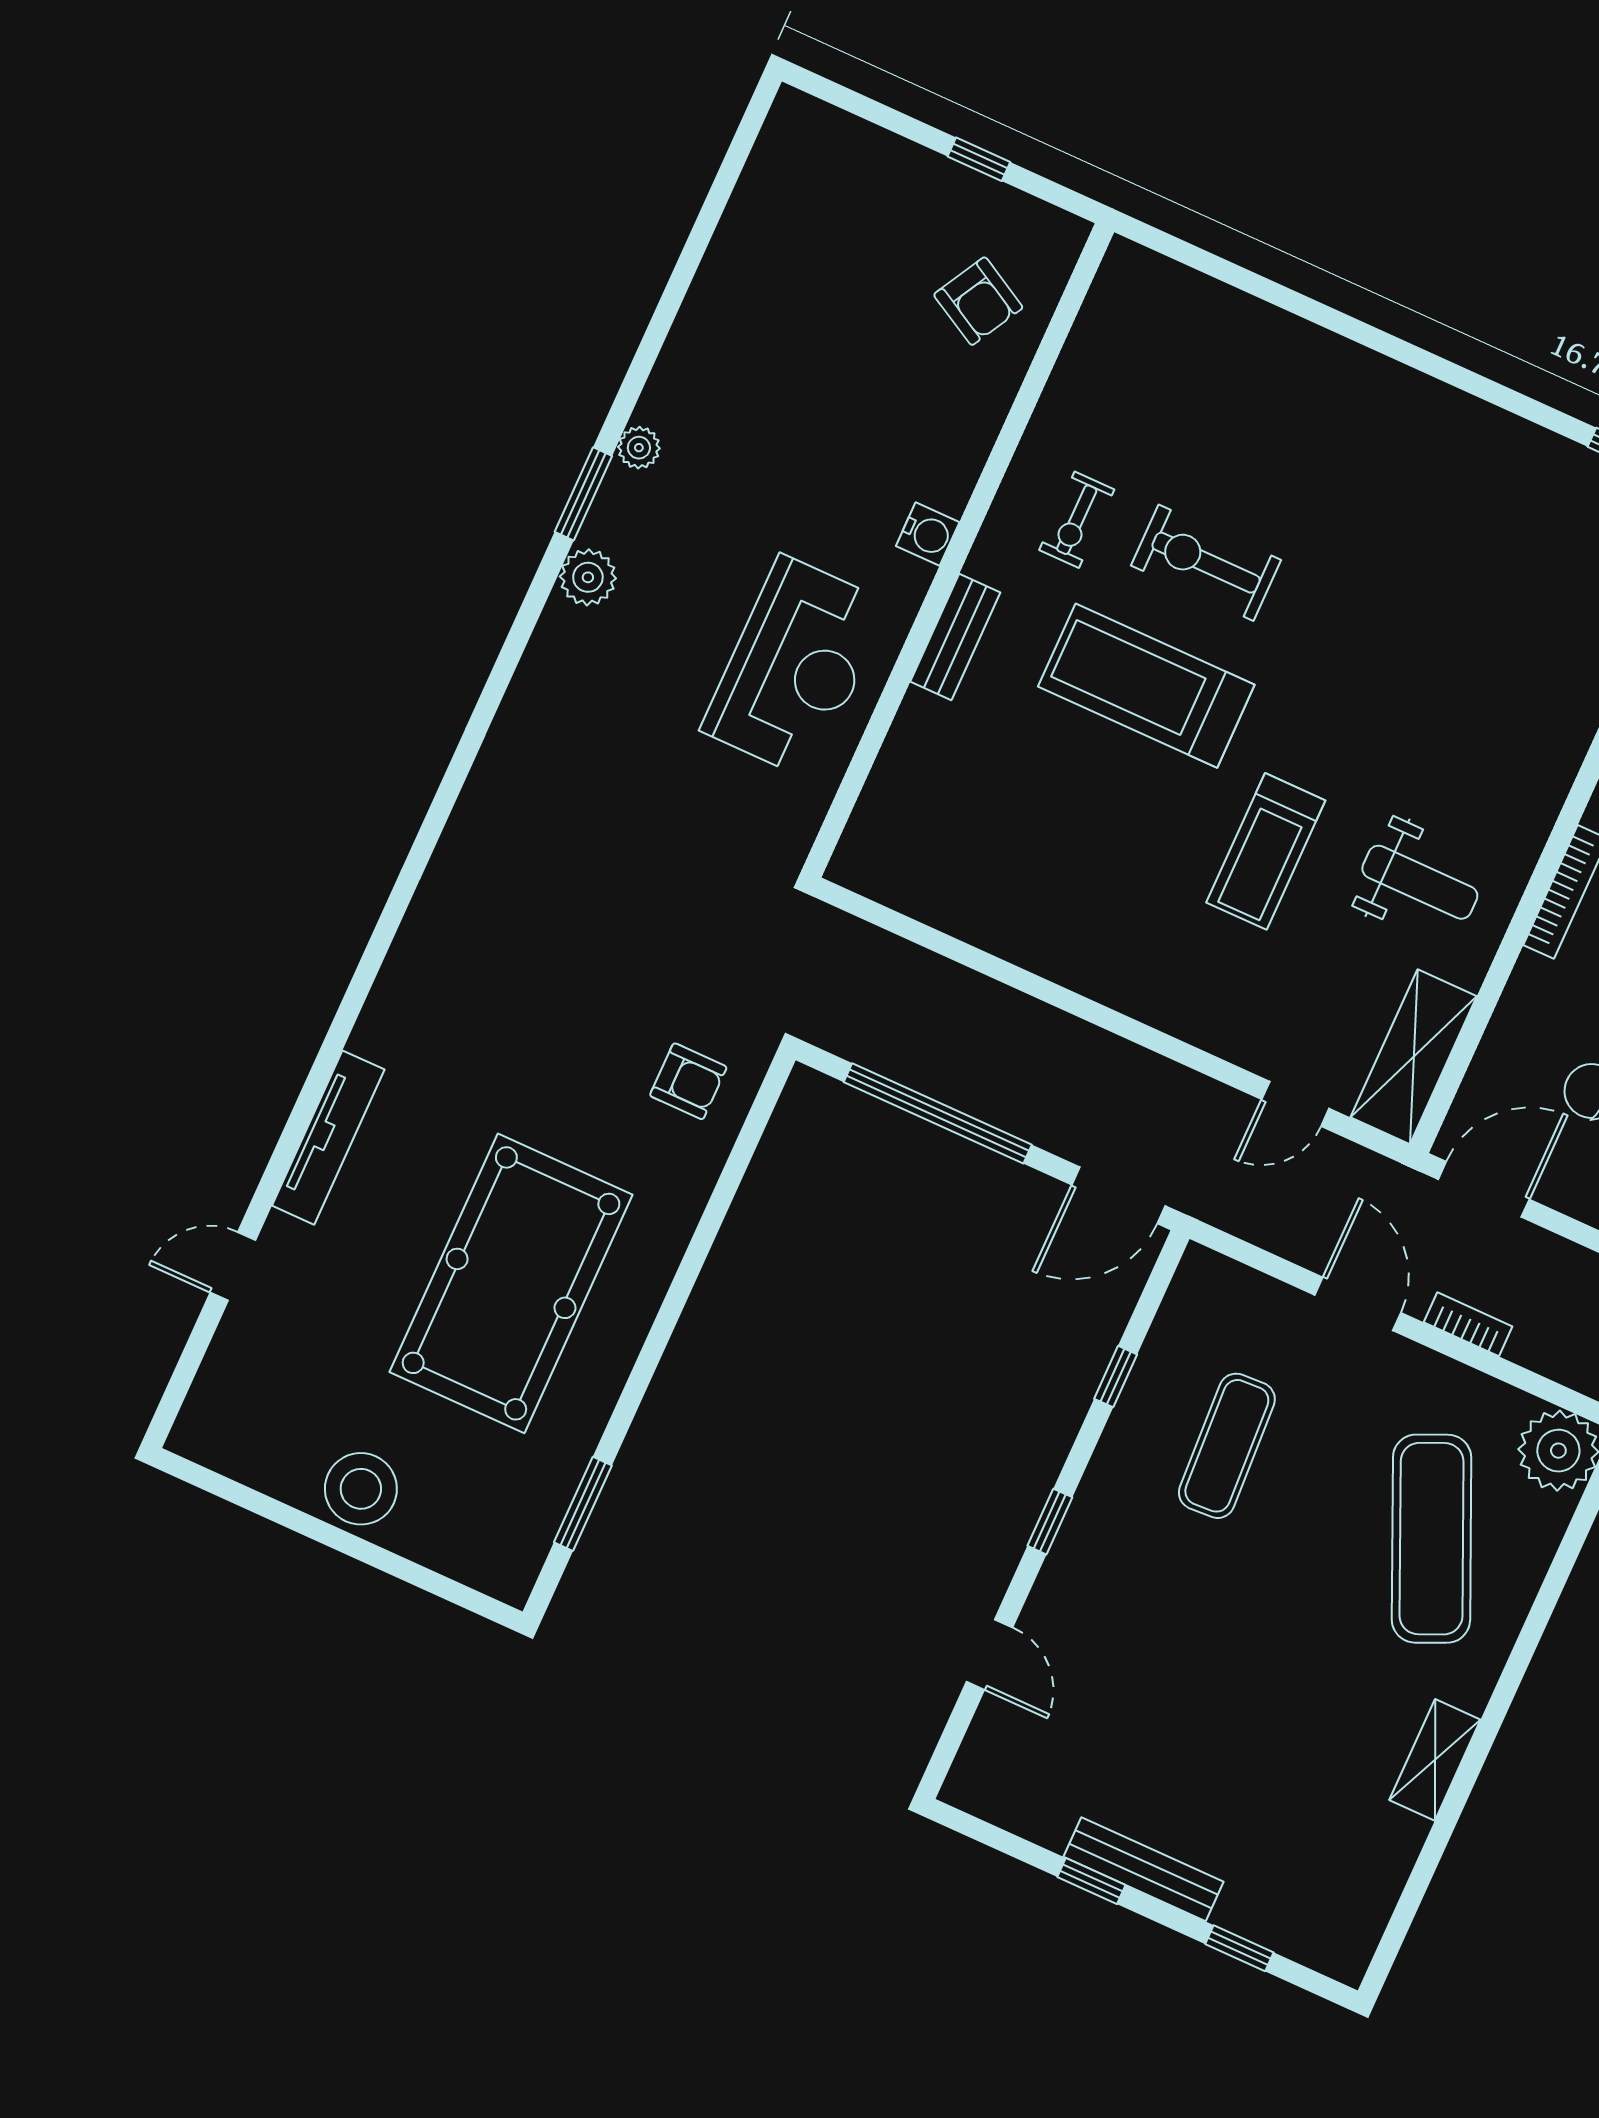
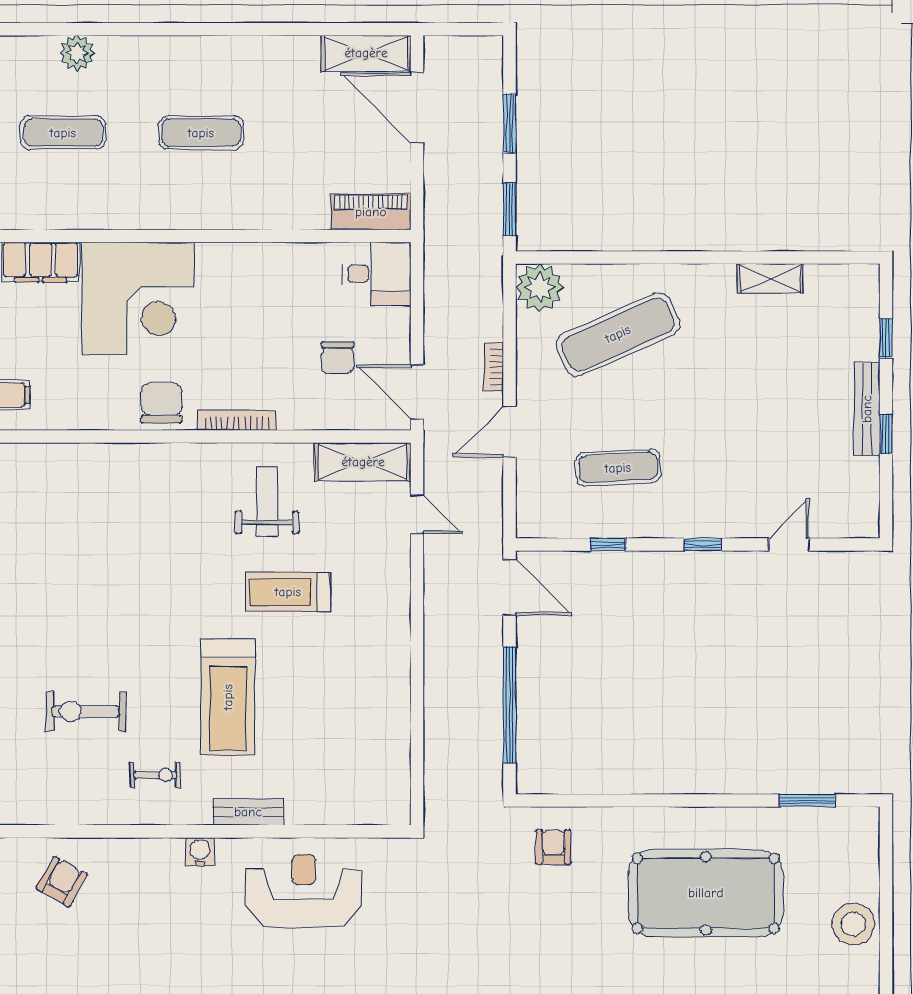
exercise bike: (1206, 563) -> (86, 711), moved, turned 90
treadmill: (1266, 851) -> (288, 592), turned 180
shelving: (1435, 1760) -> (770, 279), moved

